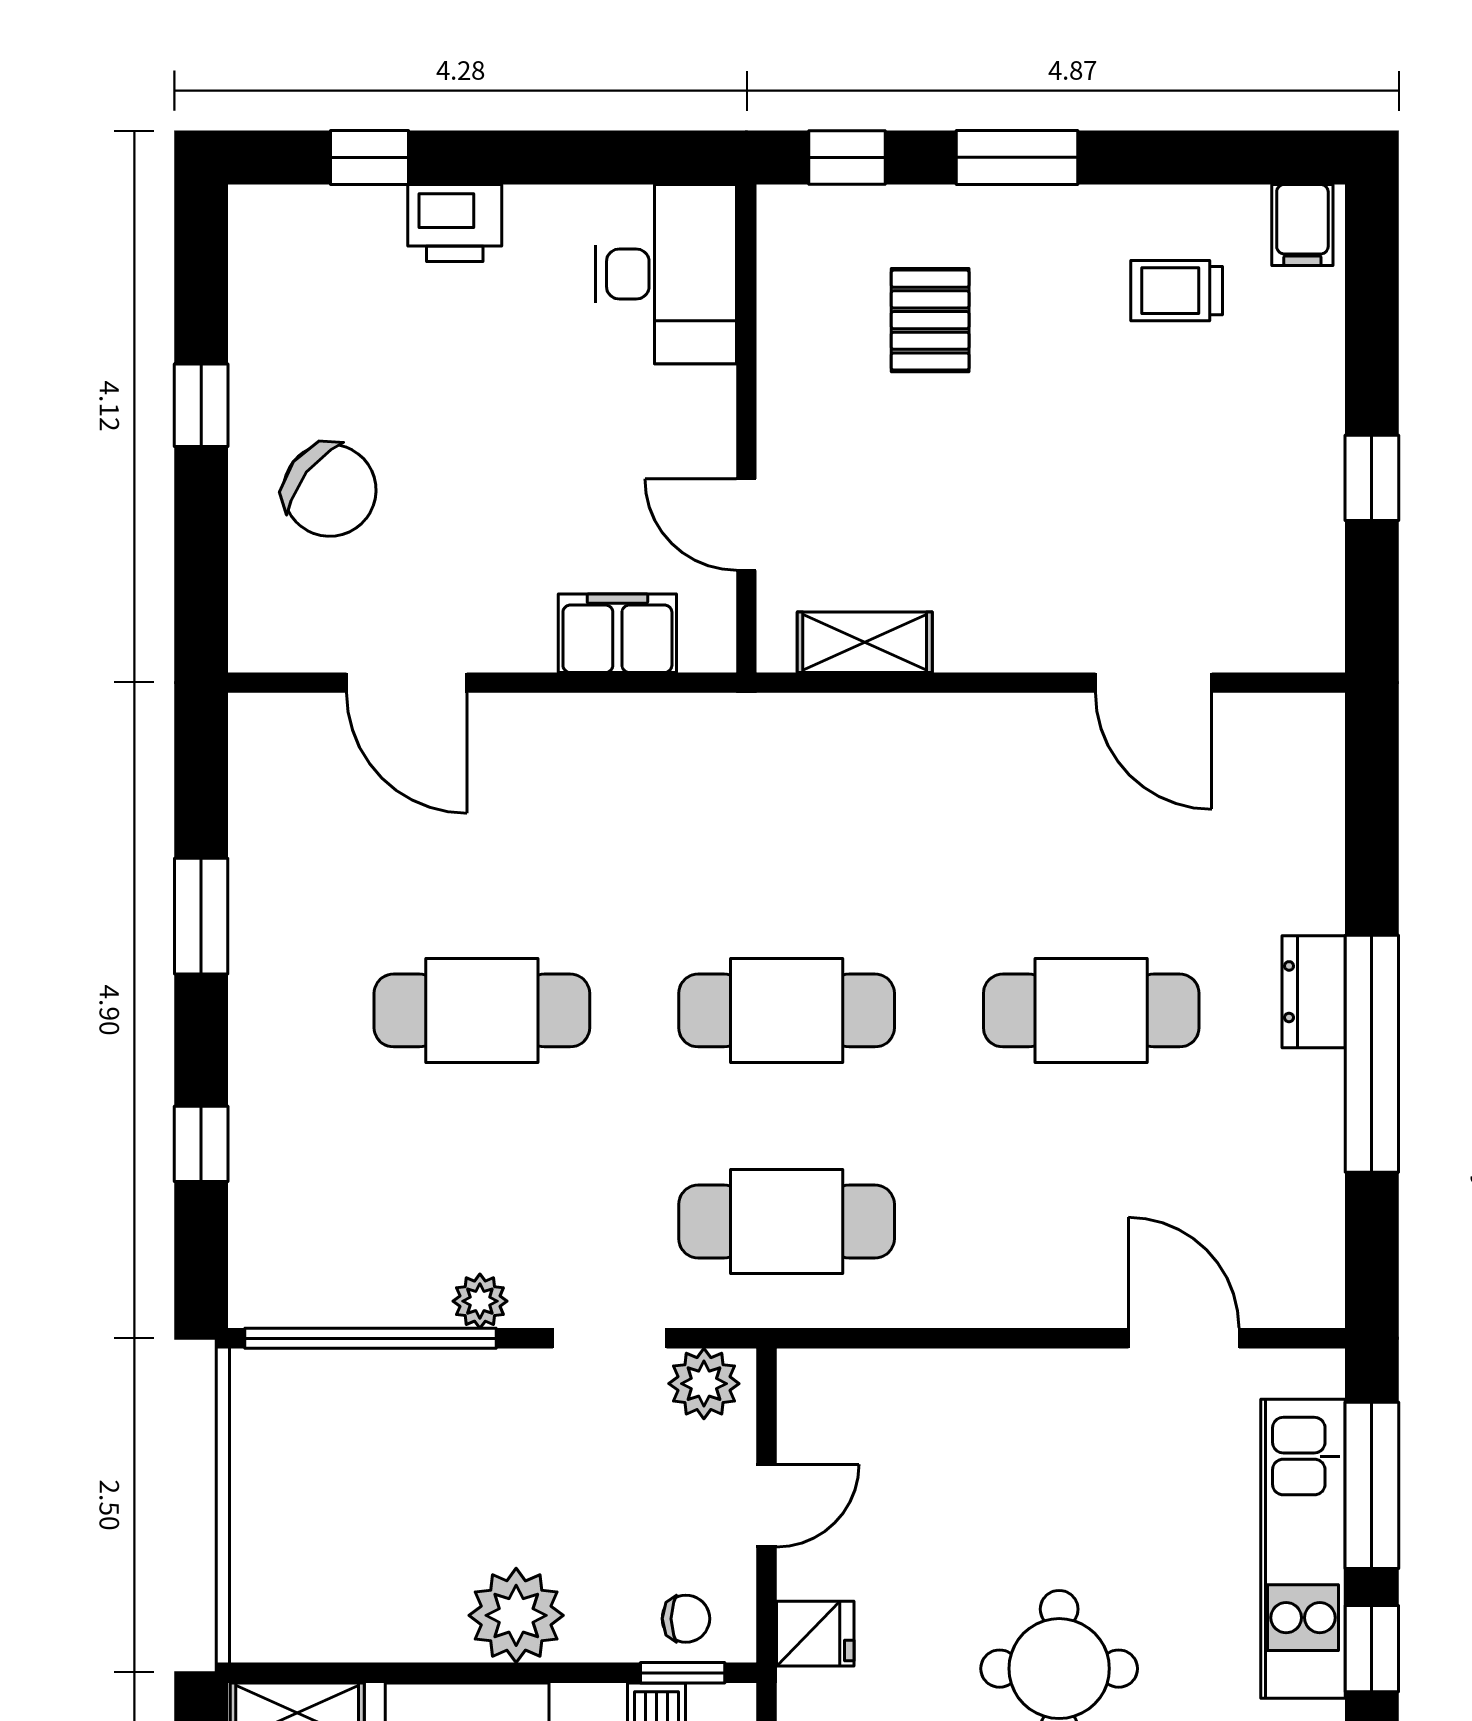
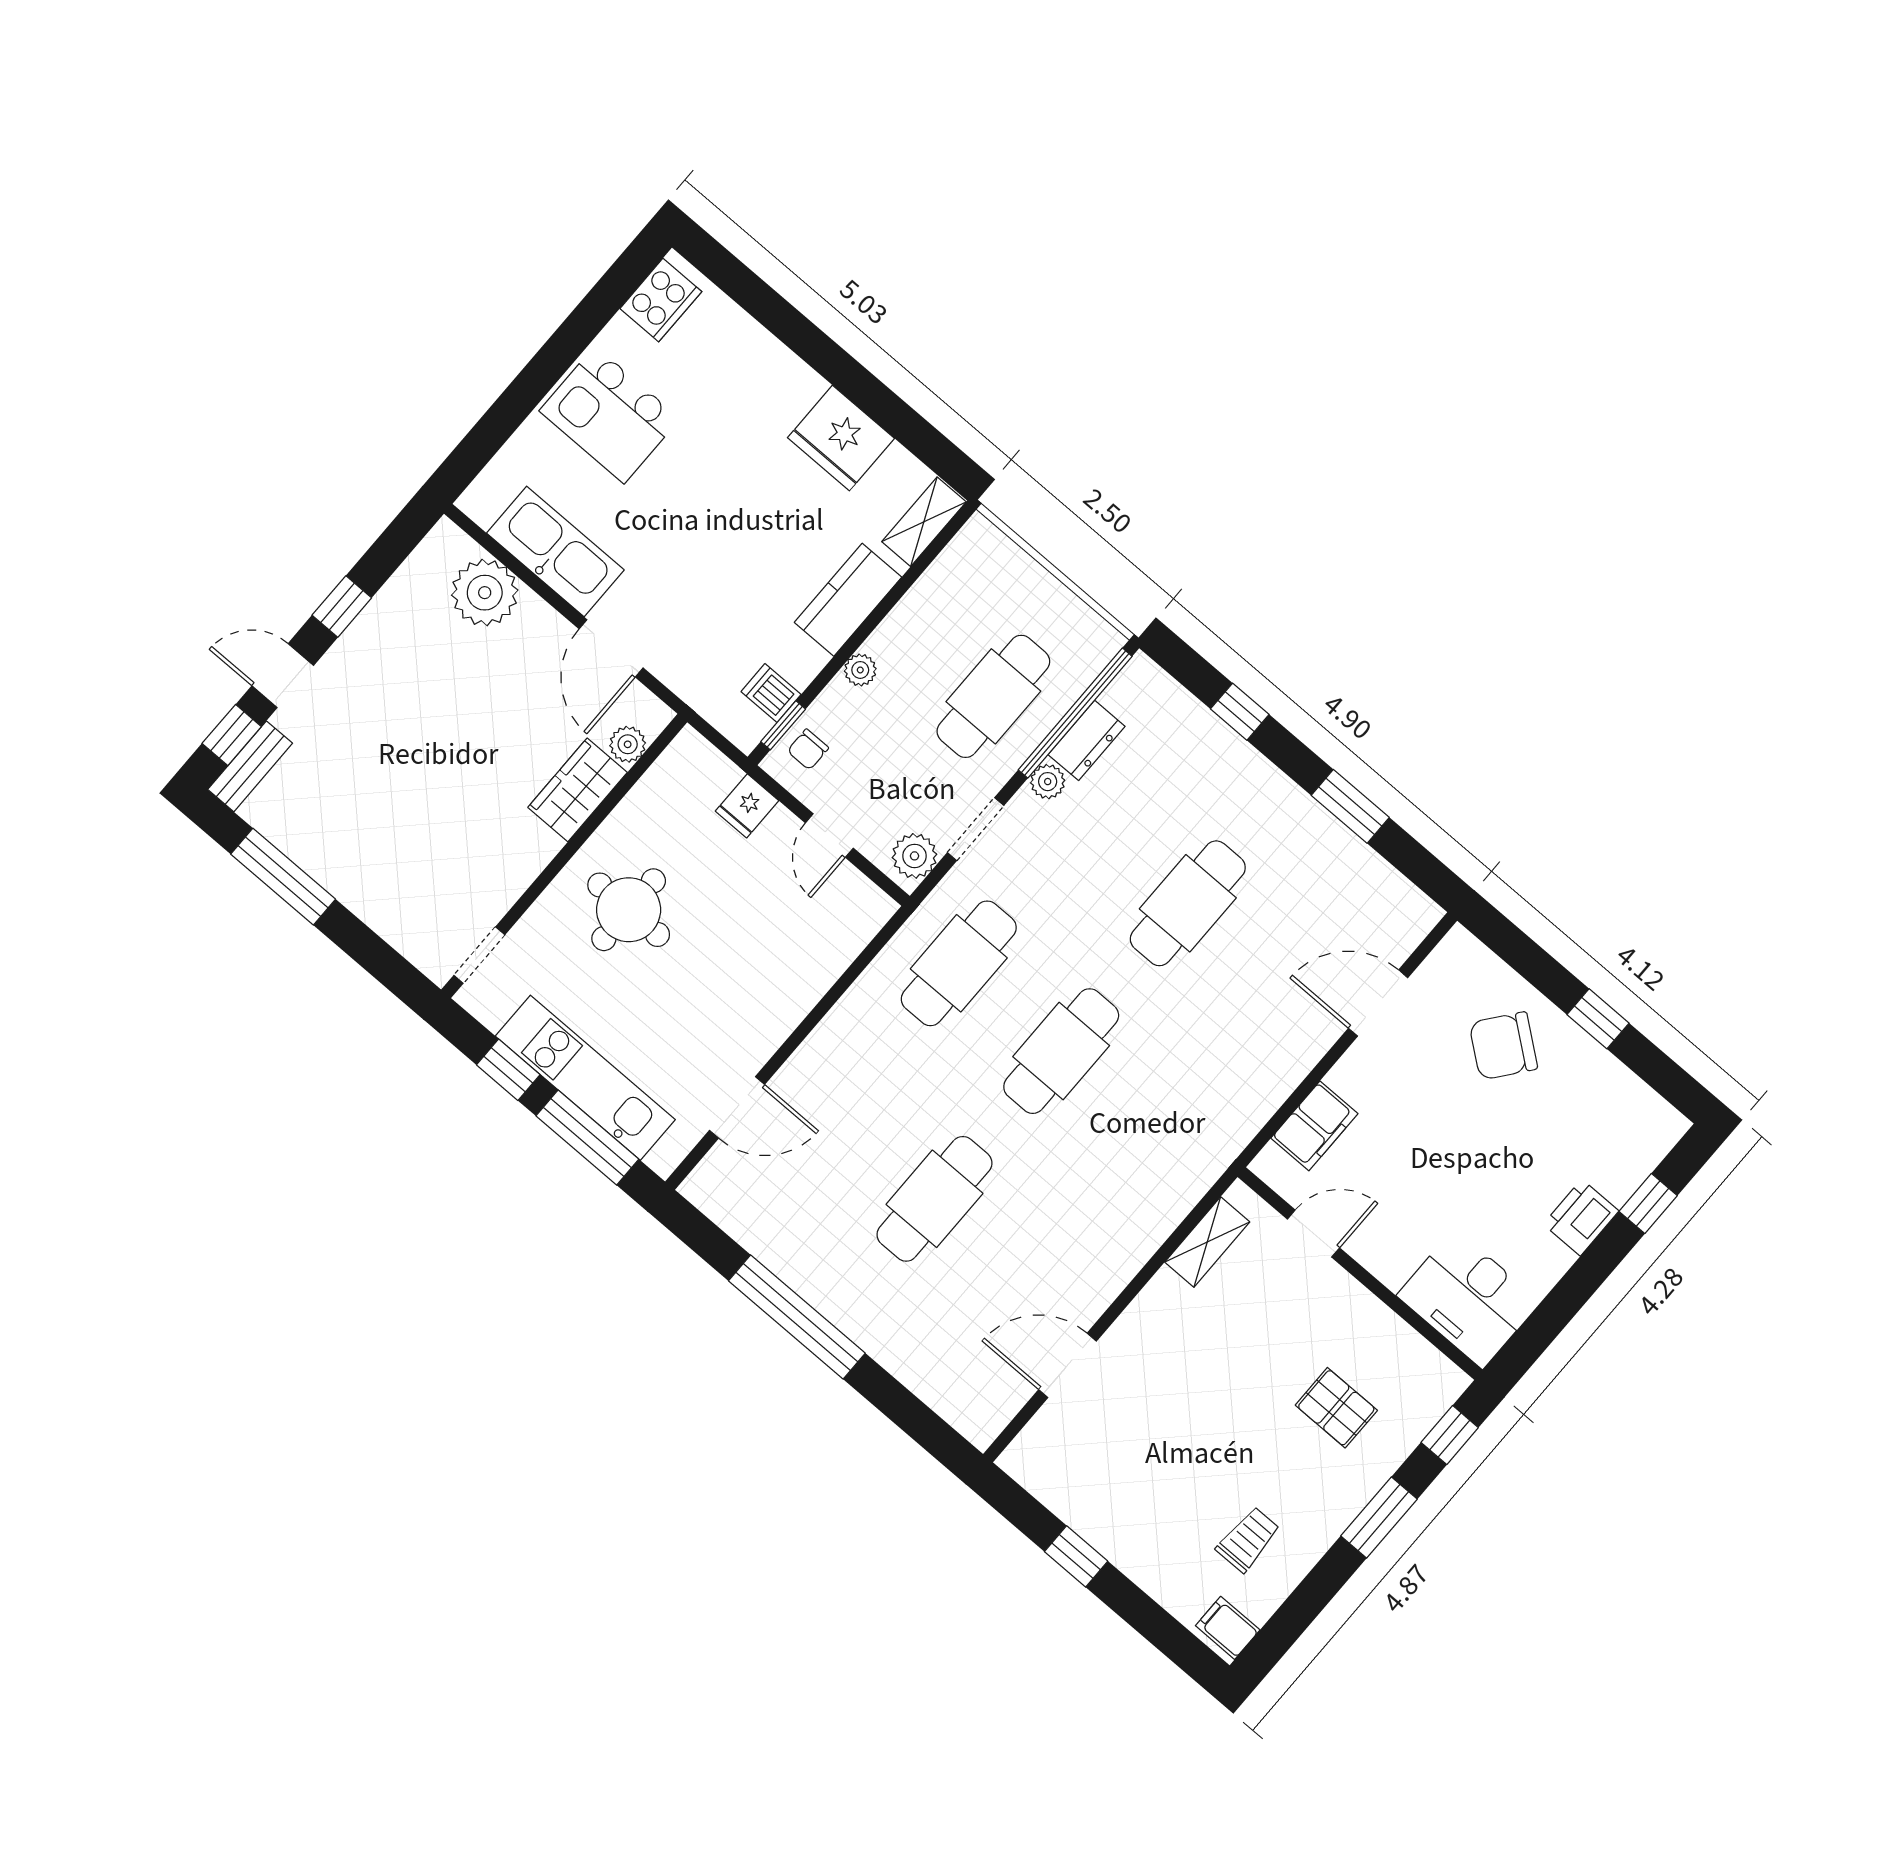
dresser: (1314, 992) -> (1087, 740), moved, turned 90
cafe table: (434, 1452) -> (993, 696), added
plant: (516, 1615) -> (860, 670), width x0.53, depth x0.53

